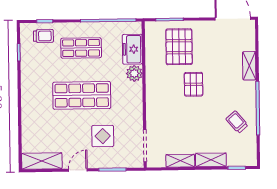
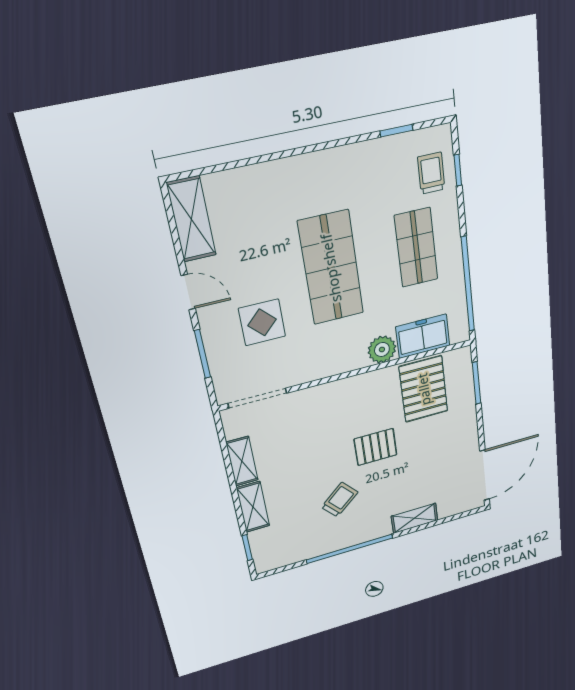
trolley: (43, 36) -> (431, 173), turned 180
pallet: (179, 47) -> (424, 389), moved, turned 90
trolley: (237, 122) -> (340, 500), moved

